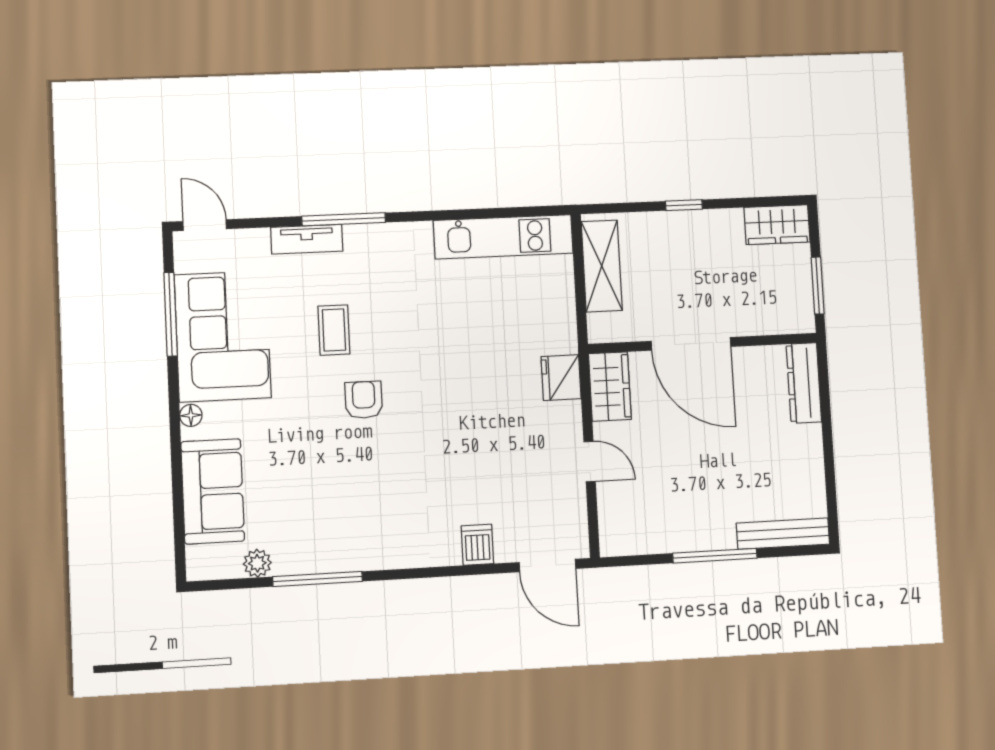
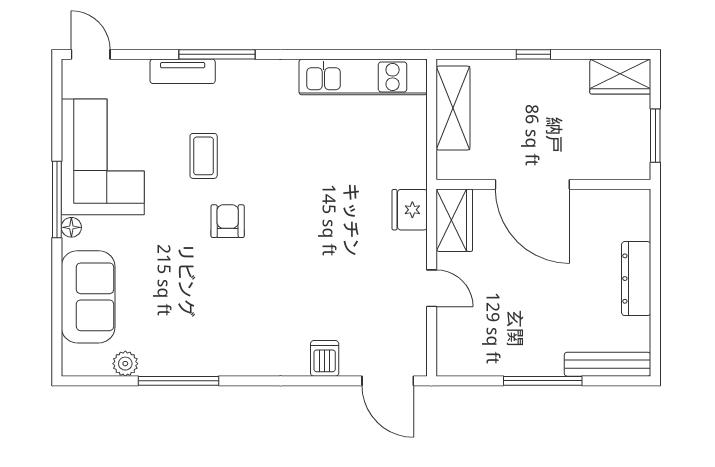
window: (171, 314) -> (57, 200), moved
dresser: (804, 383) -> (636, 279), moved

